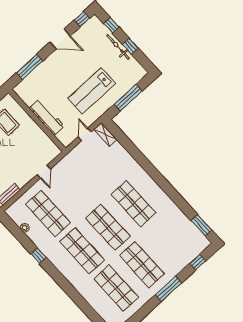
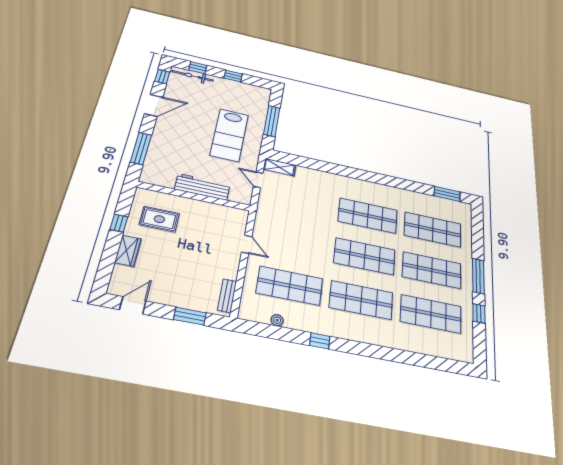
bicycle: (118, 47) -> (193, 76), moved
shop shelf: (168, 241) -> (433, 230), added
window: (198, 262) -> (479, 313), moved

